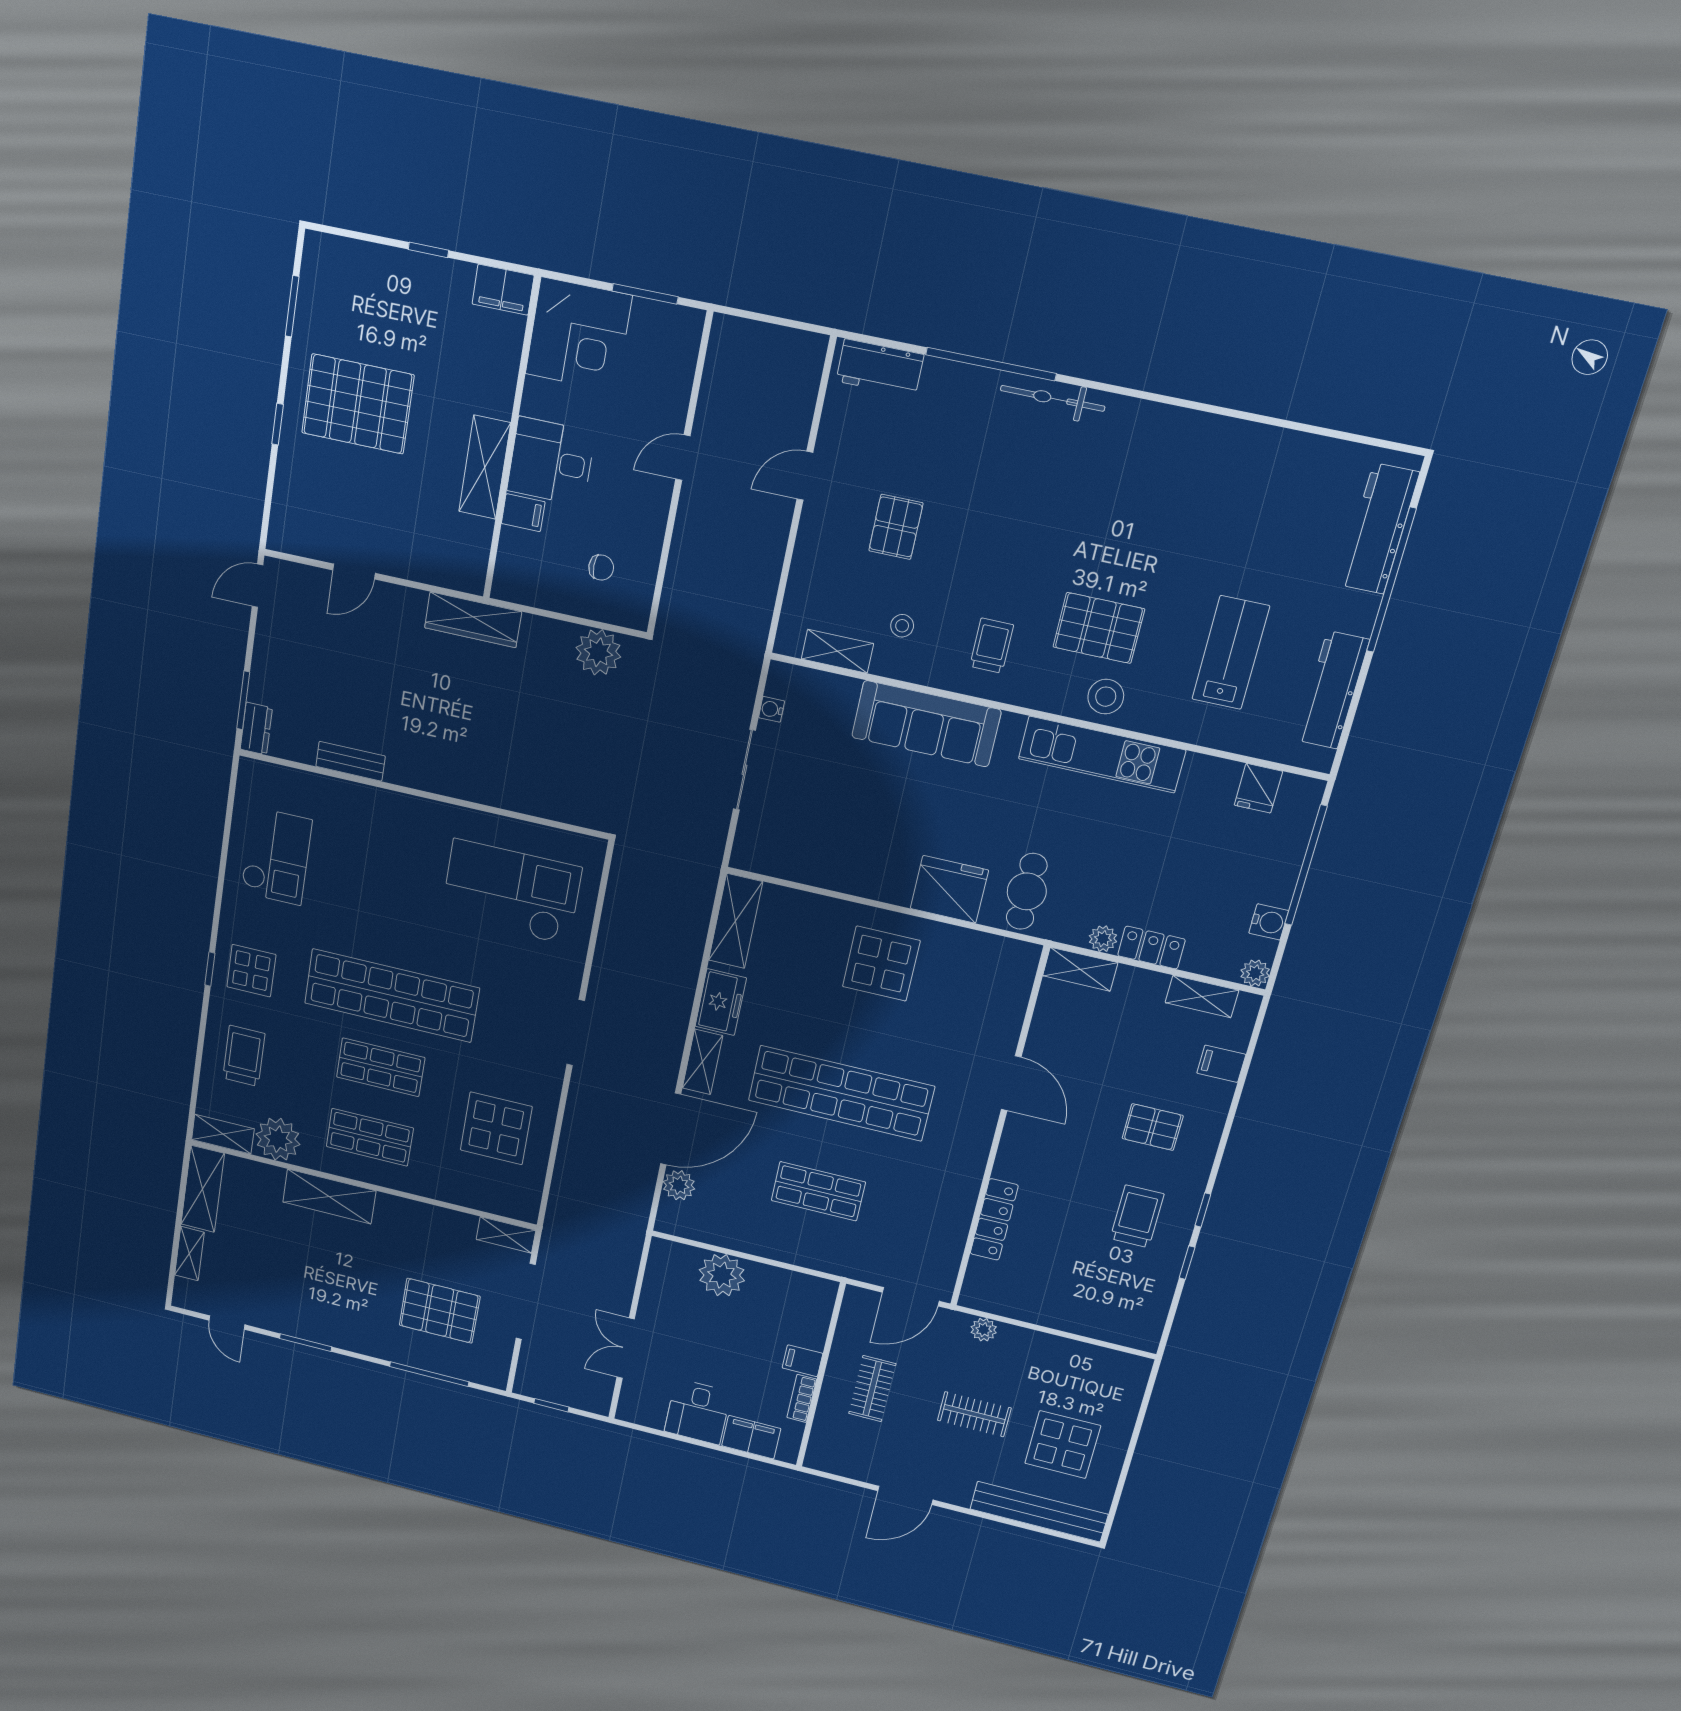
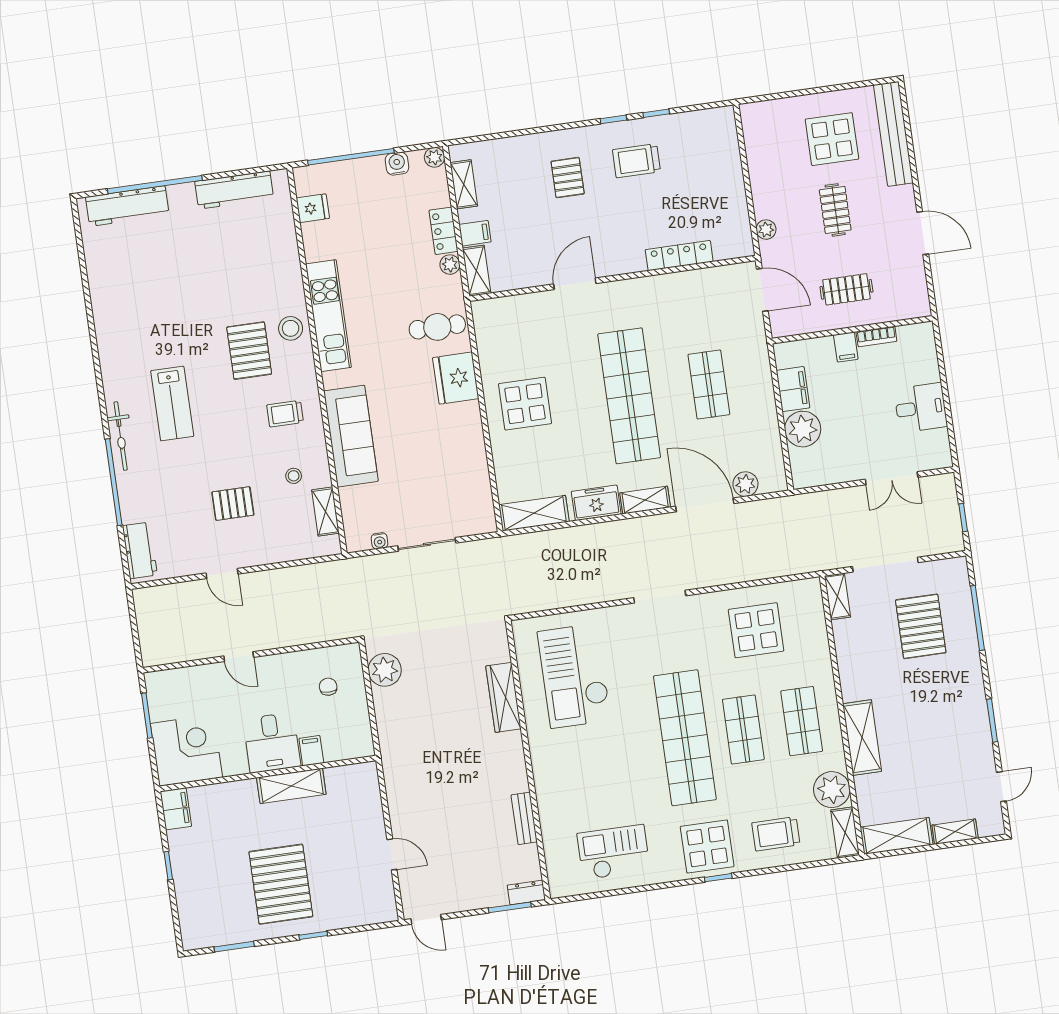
wardrobe: (473, 620) -> (504, 697), moved, turned 180
lab bench: (1231, 653) -> (172, 403), moved, turned -90
display table: (251, 971) -> (707, 847), width x1.36, depth x1.36
filing cabinet: (1221, 1064) -> (475, 233), moved, turned -90
filing cabinet: (751, 1437) -> (793, 389), moved, turned 180

